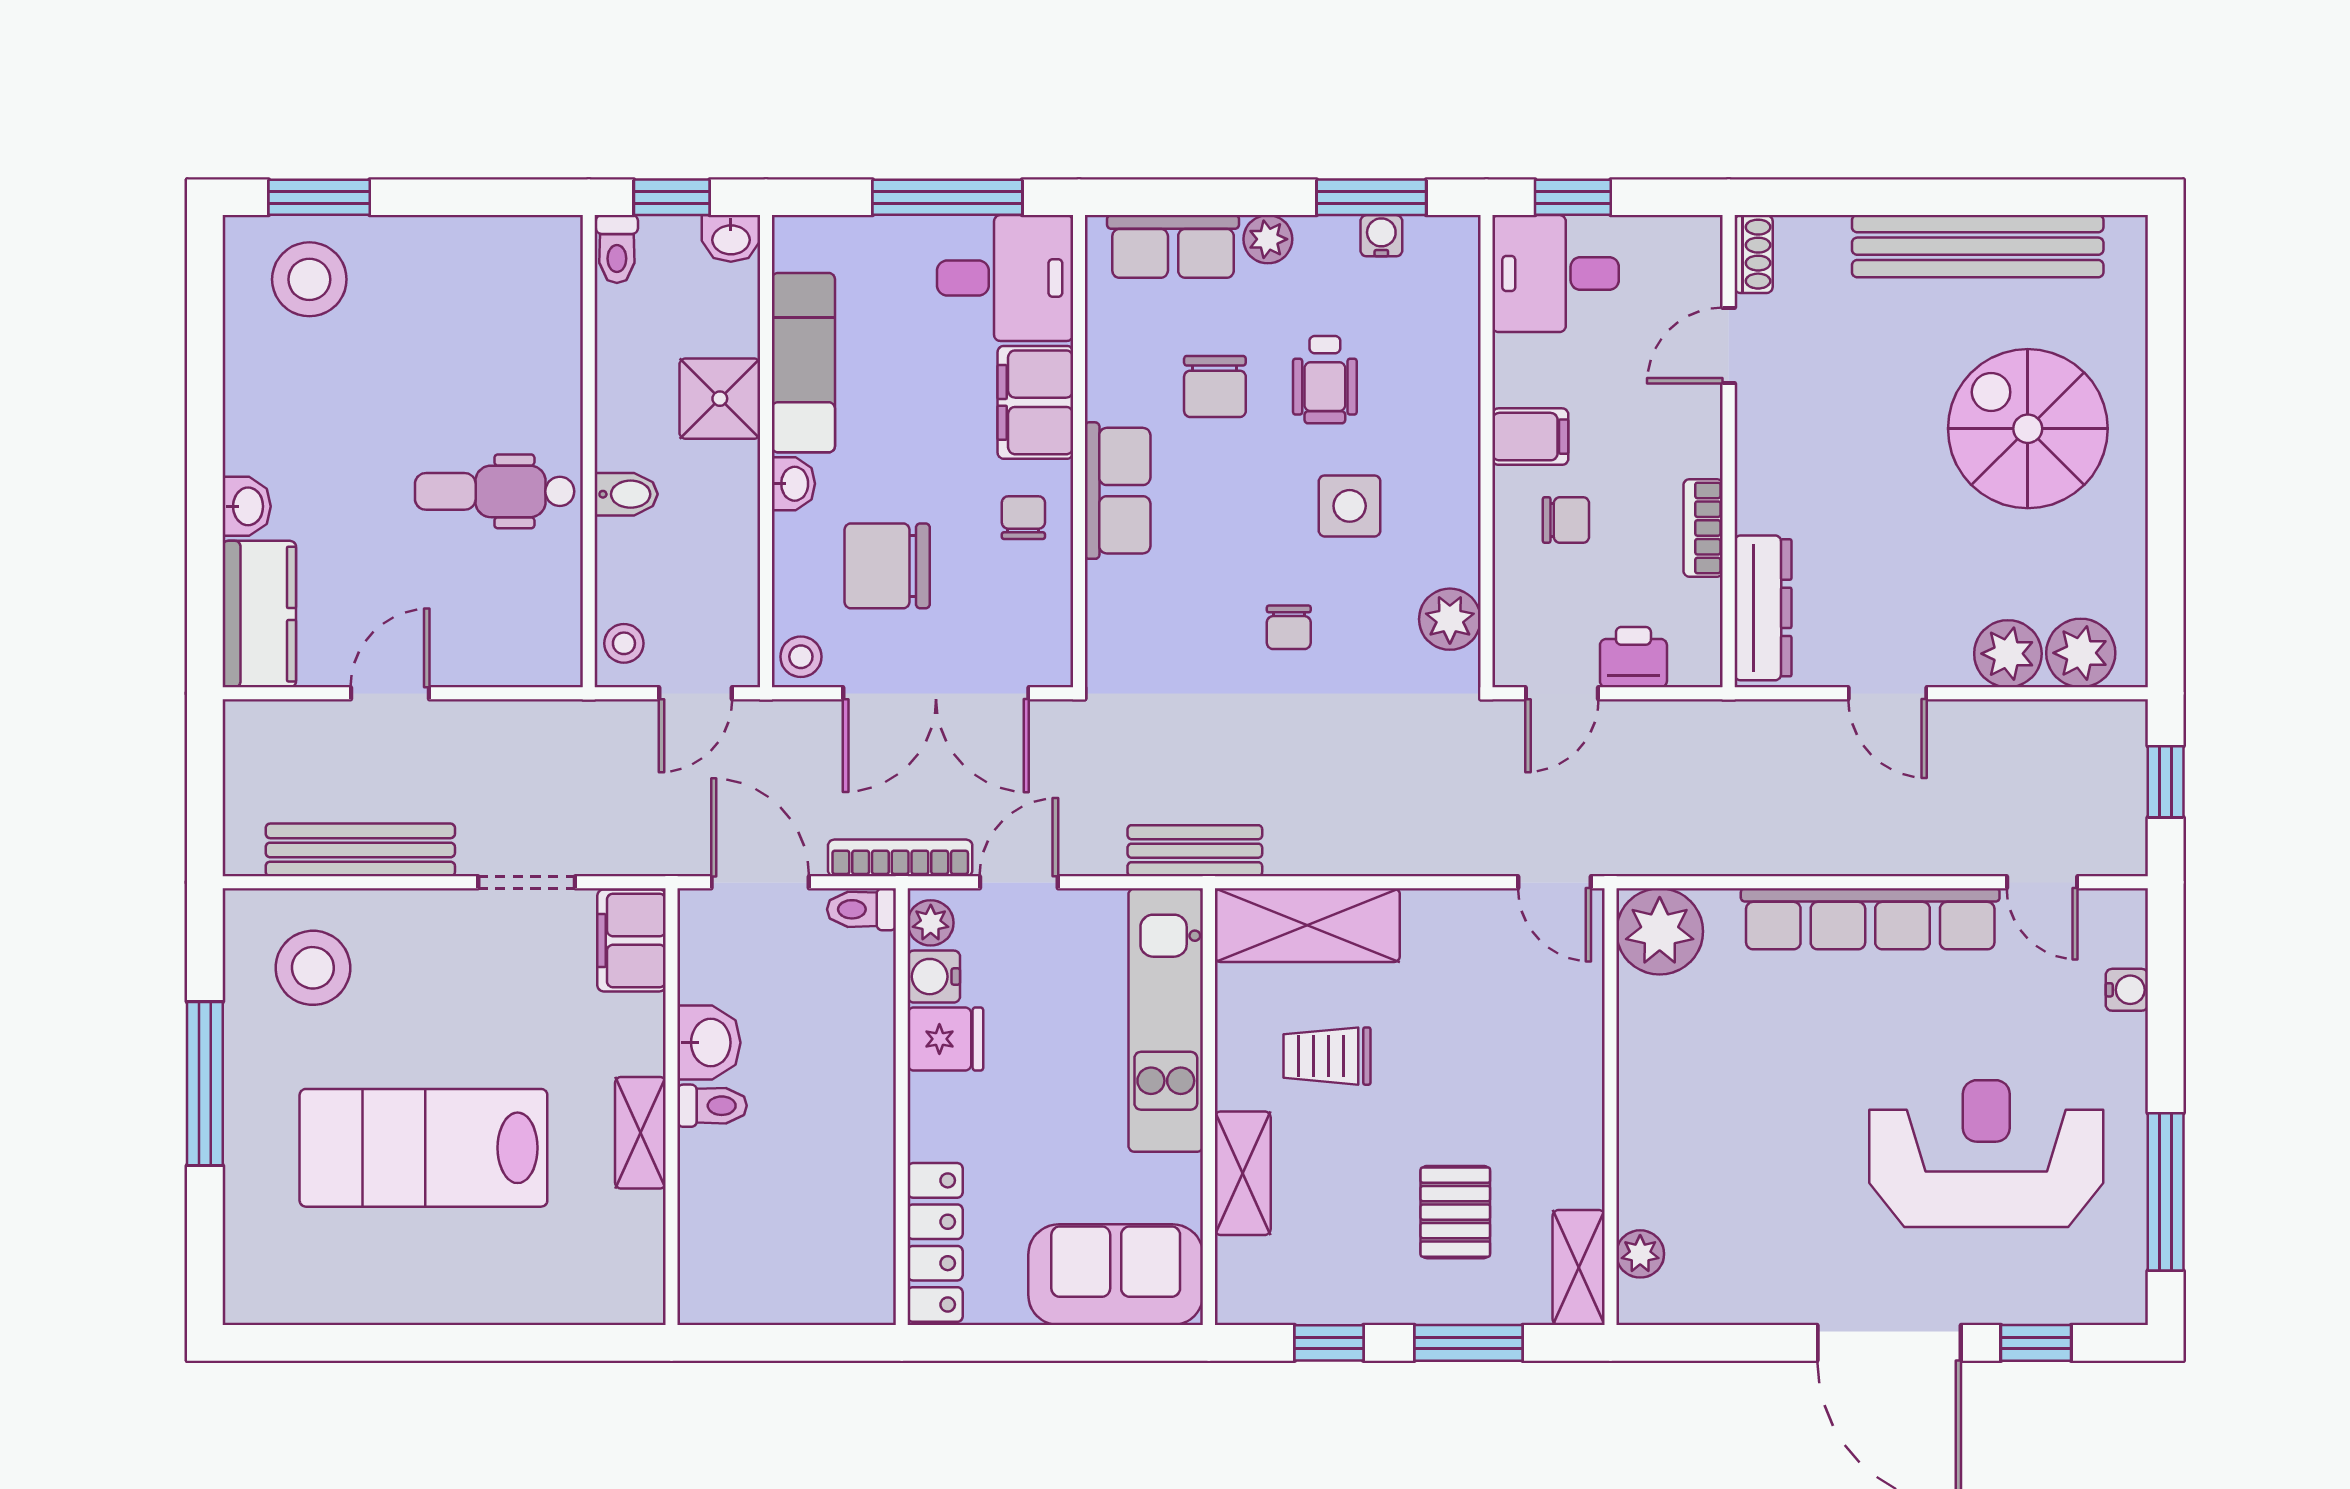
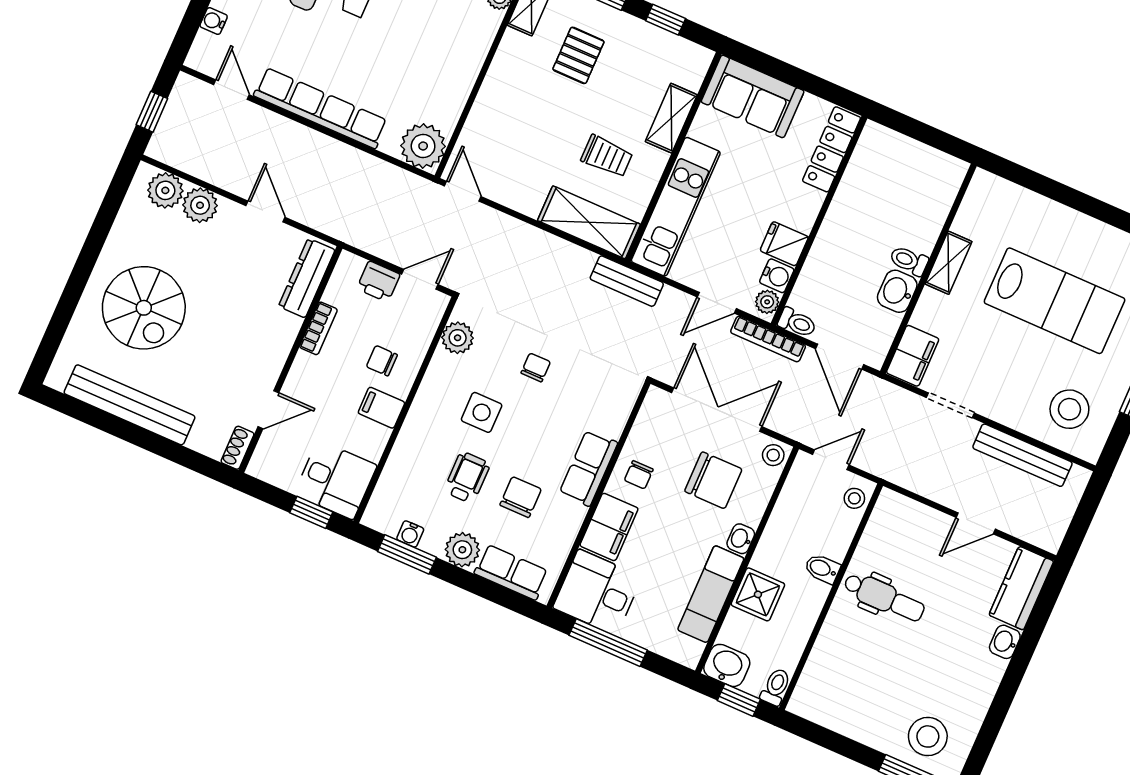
washbasin: (731, 238) -> (727, 665), width x1.38, depth x1.45
plant: (1268, 239) -> (462, 550), width x1.38, depth x1.38

